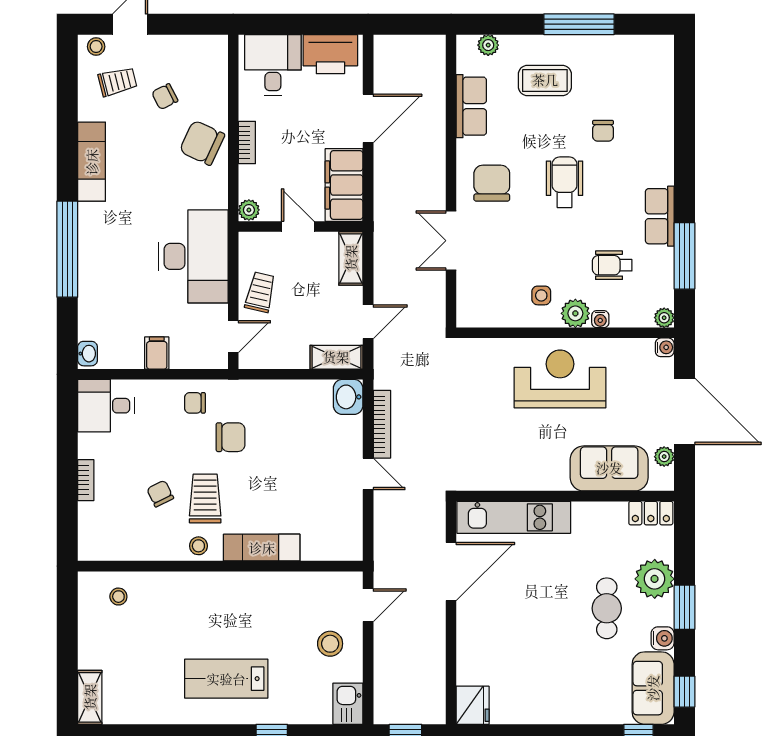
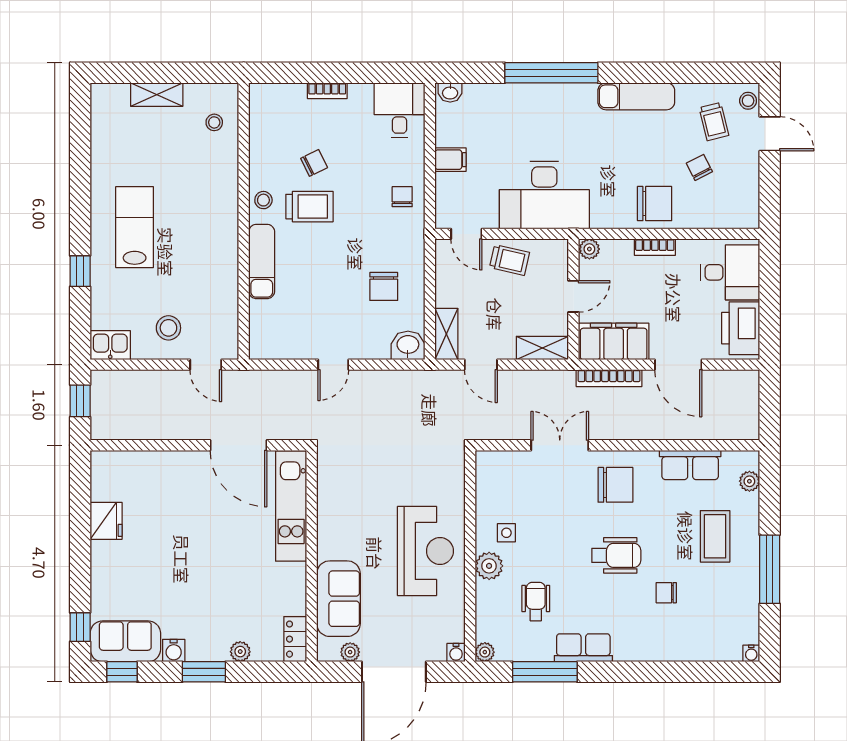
chair: (202, 143) -> (655, 204), turned 65
water cooler: (600, 319) -> (751, 653), moved, turned -90
bookcase: (382, 424) -> (609, 378), moved
chair: (231, 437) -> (384, 286), moved
plant: (655, 579) -> (240, 652), width x0.53, depth x0.53
cafe table: (607, 608) -> (203, 596), removed
shelving: (90, 697) -> (157, 95), moved
fridge: (473, 705) -> (106, 521), moved, turned -90

